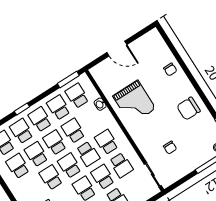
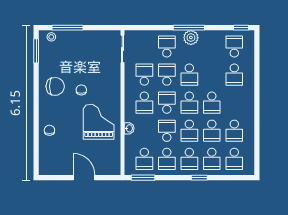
washbasin: (100, 104) -> (129, 128), moved
school desk: (73, 131) -> (167, 131), turned 180
chair: (170, 148) -> (81, 90), moved
school desk: (103, 177) -> (167, 75), turned 180

